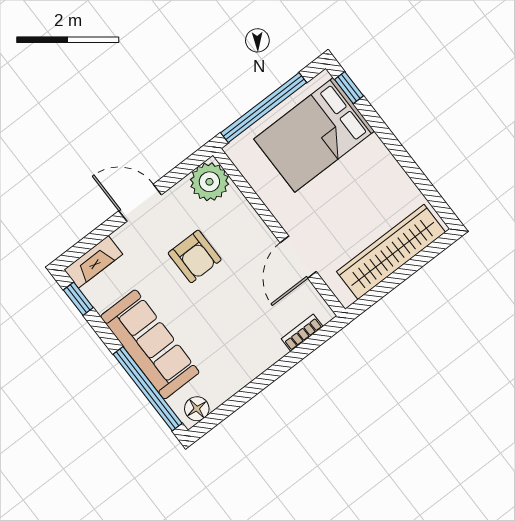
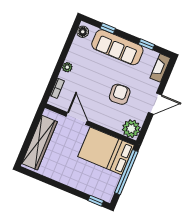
bed: (314, 135) -> (106, 151), moved, turned -90
armchair: (195, 256) -> (120, 94), turned 86
window: (78, 299) -> (146, 44), moved
plant: (262, 360) -> (67, 67), added
window: (148, 389) -> (108, 28), width x0.32

